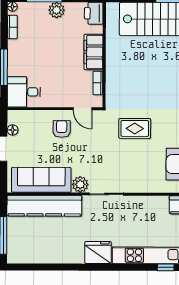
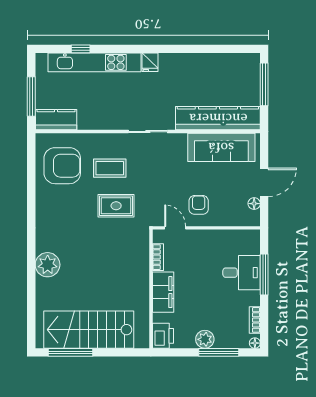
desk: (24, 92) -> (242, 273), moved
armchair: (62, 129) -> (199, 205), turned 180
coffee table: (140, 162) -> (110, 168), added
plant: (80, 184) -> (178, 142), removed
fridge: (98, 253) -> (150, 62), width x0.53, depth x0.75

